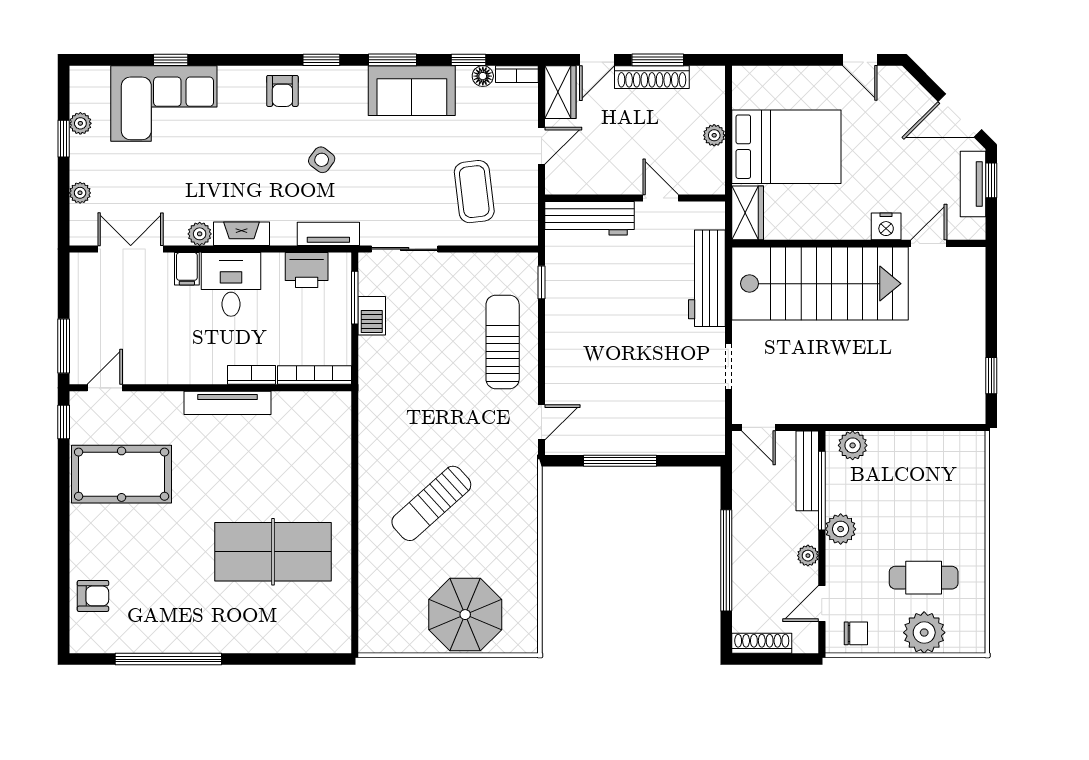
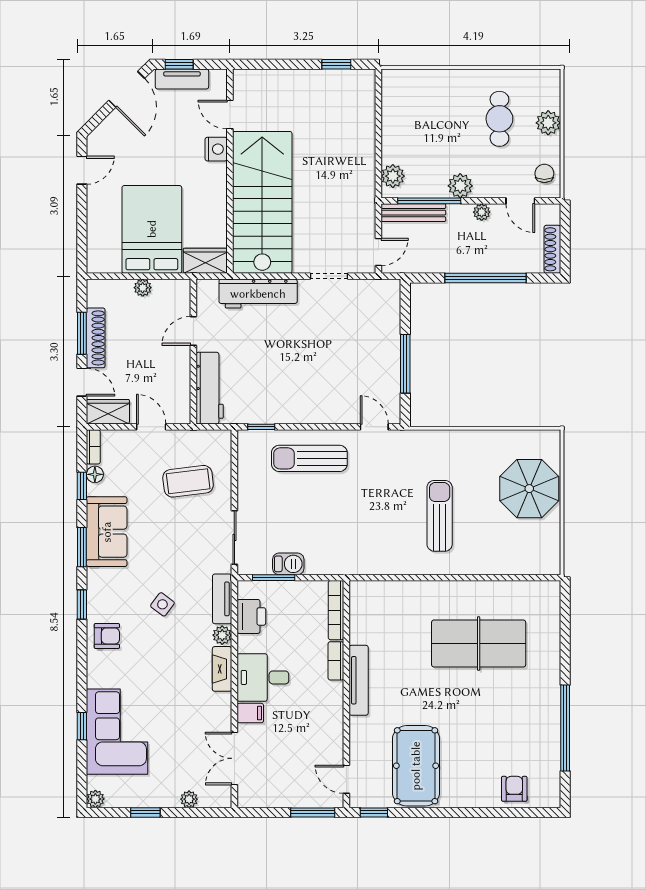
plant: (80, 123) -> (95, 799), moved
plant: (200, 234) -> (222, 635), moved
sun lounger: (431, 503) -> (440, 516), turned -138
table tennis table: (273, 552) -> (479, 644), turned 90
plant: (924, 633) -> (548, 123), width x0.73, depth x0.73

